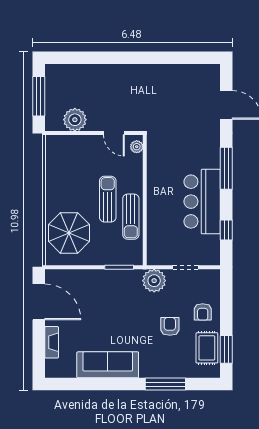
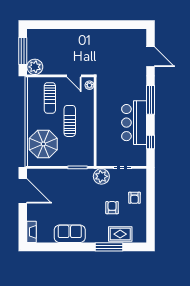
plant: (75, 120) -> (35, 67), moved
sun lounger: (131, 217) -> (50, 98), moved
fireplace: (52, 342) -> (32, 232), moved
rug: (207, 348) -> (120, 234), moved, turned 90
window: (226, 349) -> (150, 223), removed
sofa: (108, 365) -> (70, 234), width x0.73

